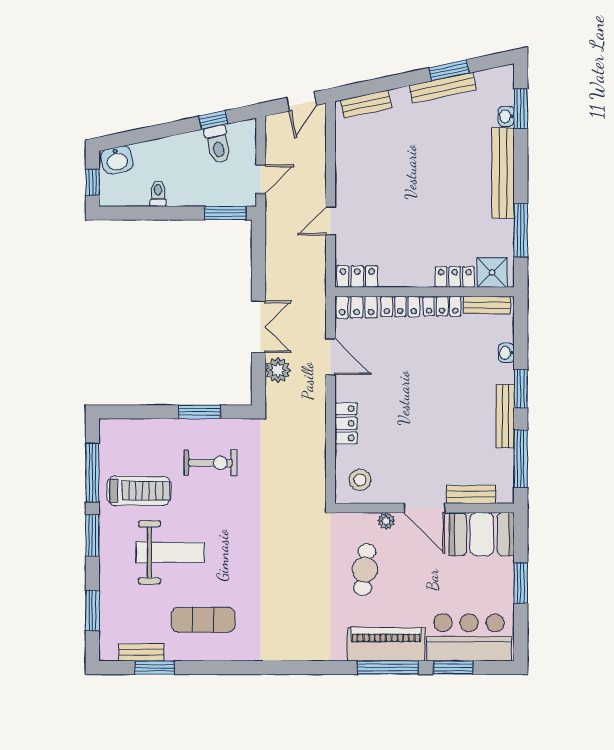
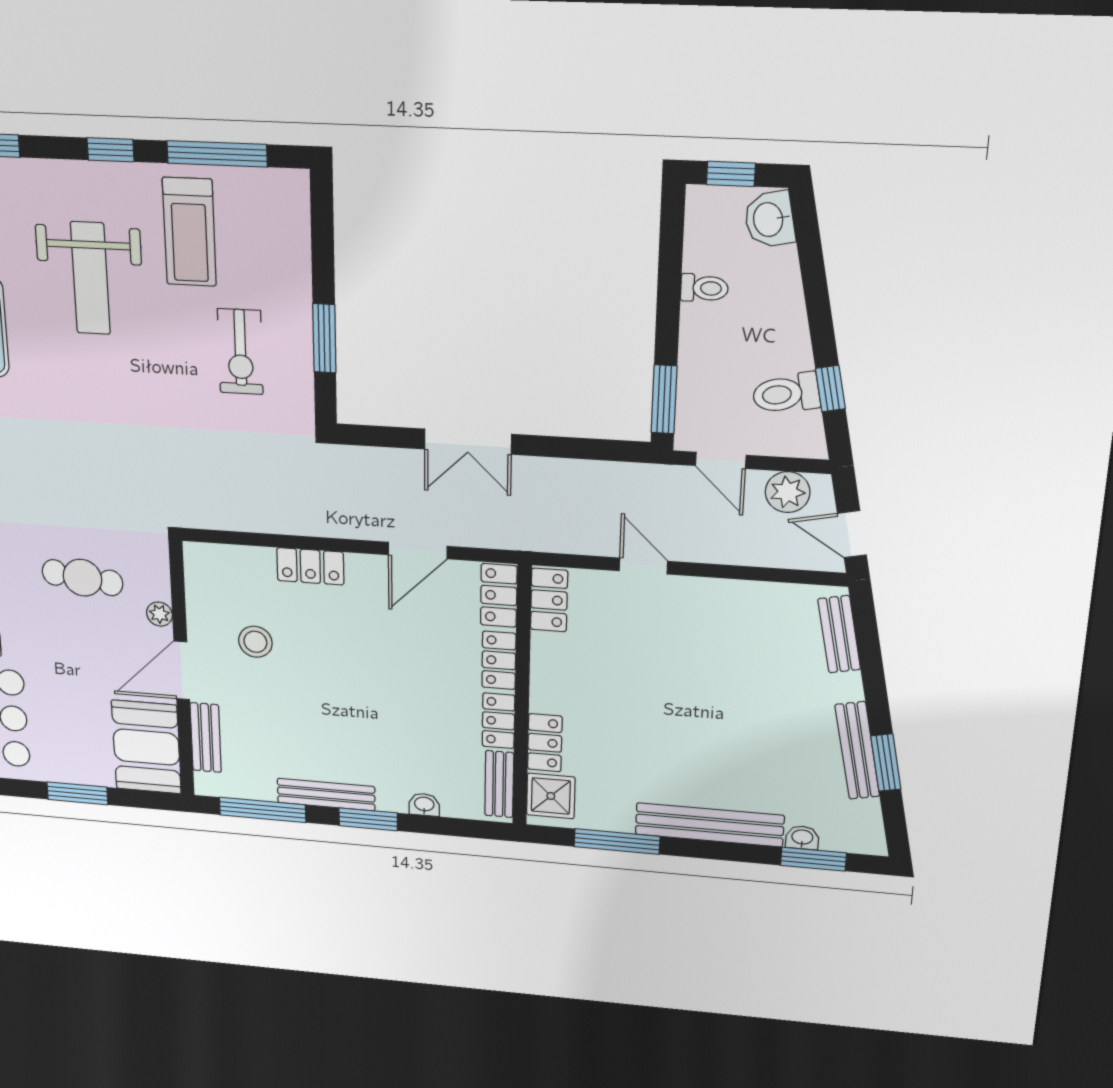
plant: (278, 370) -> (788, 492), moved
stool: (360, 480) -> (255, 642), moved
window: (92, 536) -> (110, 150), width x0.67

